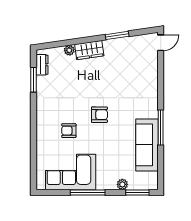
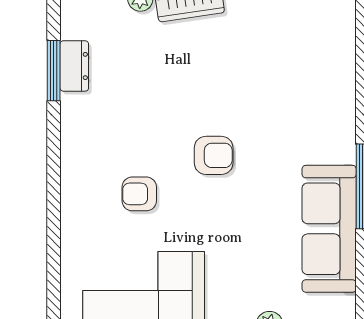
dresser: (42, 65) -> (74, 66), moved

